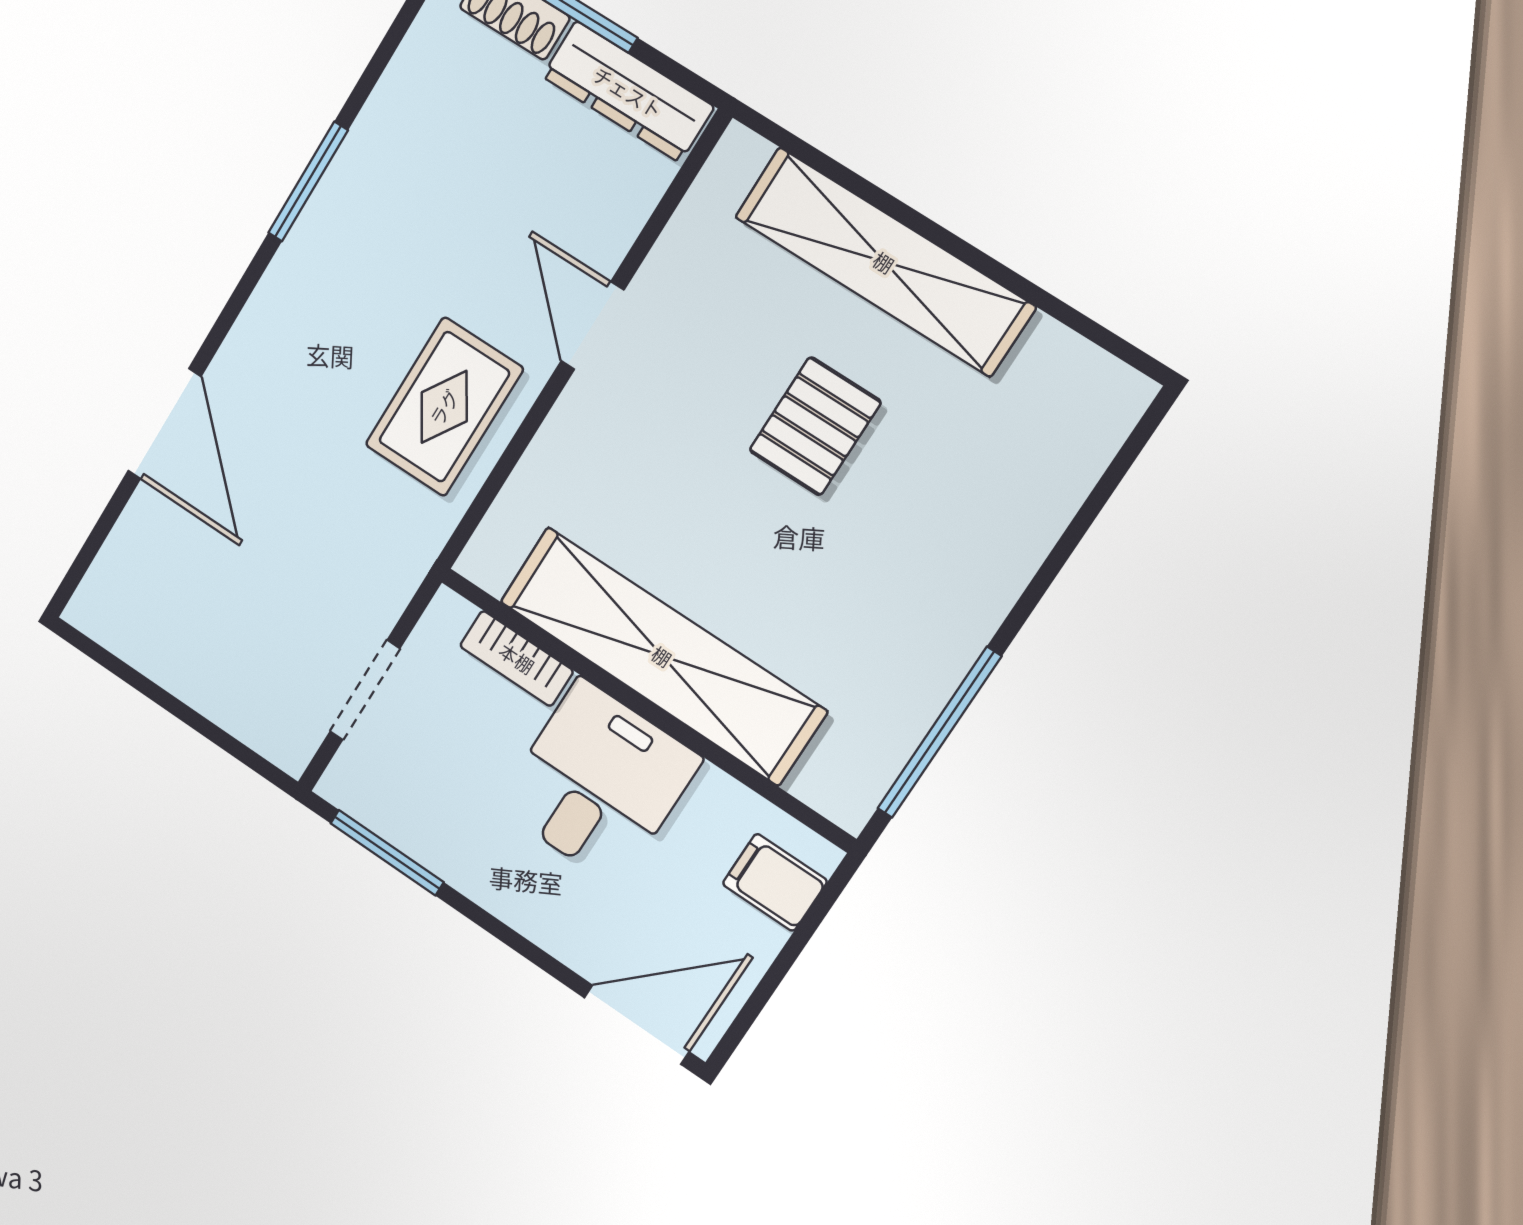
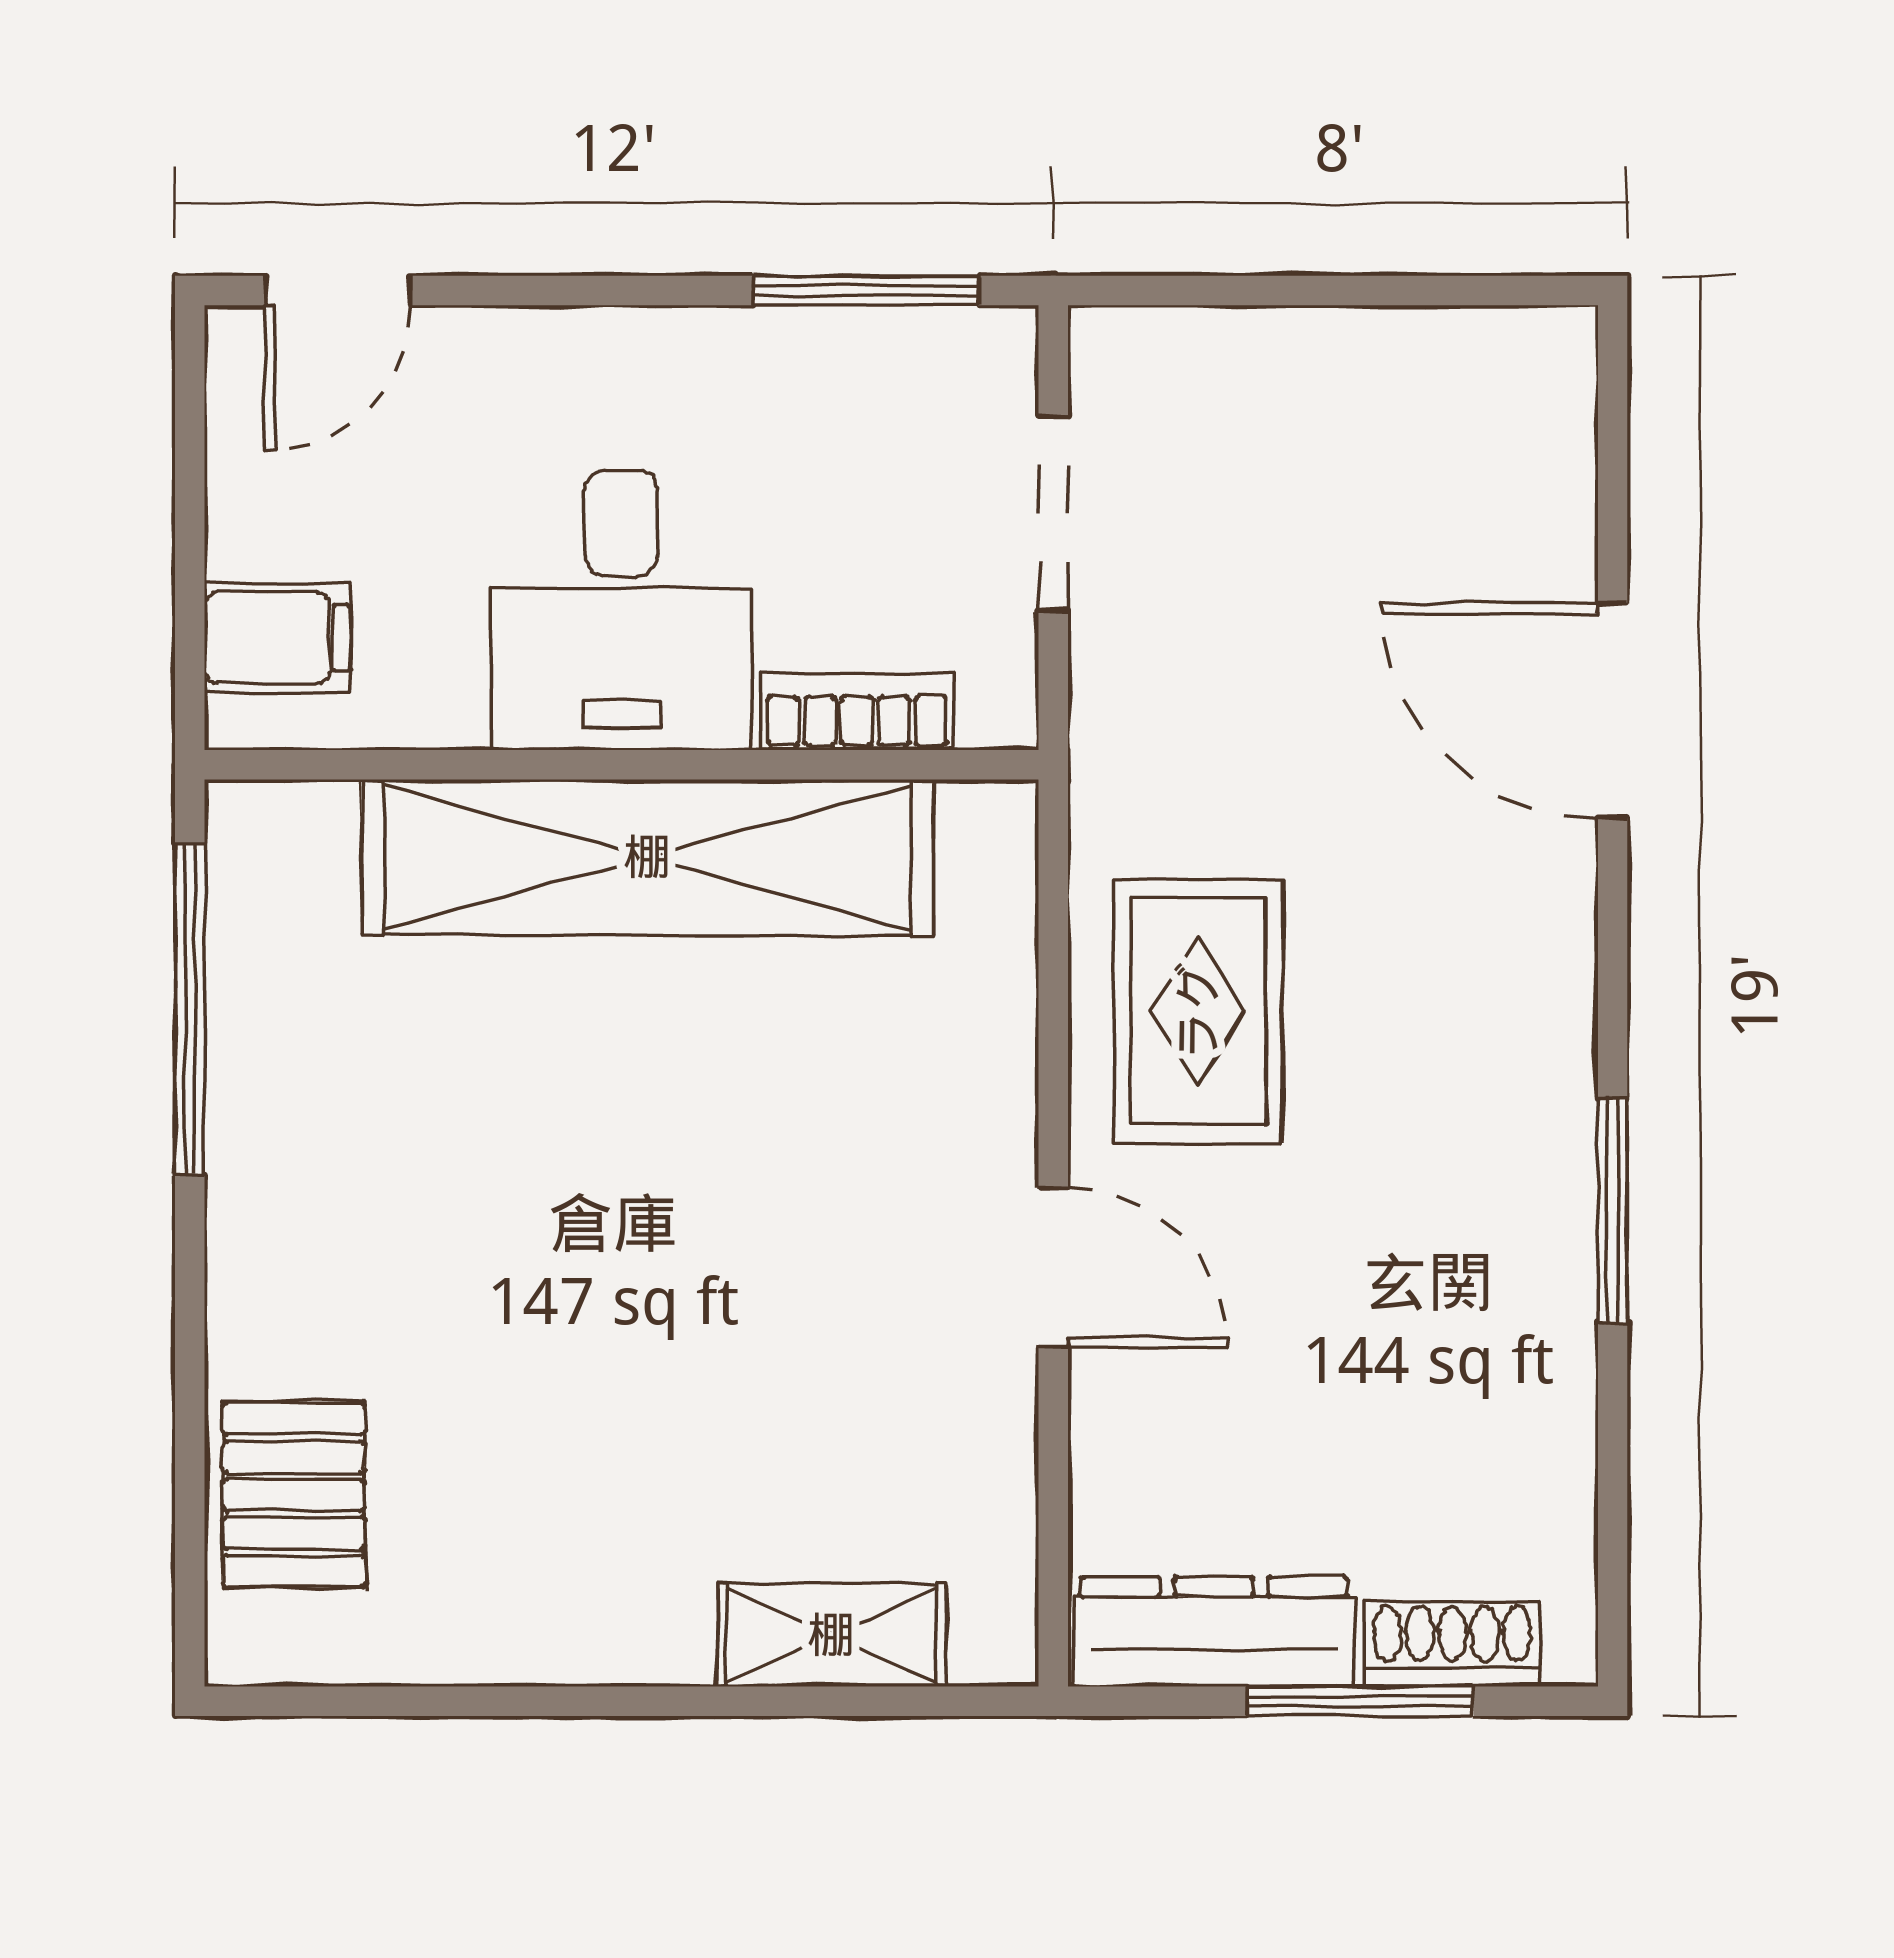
shelving: (884, 262) -> (831, 1635), width x0.45, depth x0.75
pallet: (815, 426) -> (294, 1495), moved
door: (637, 1025) -> (338, 291), width x0.73

